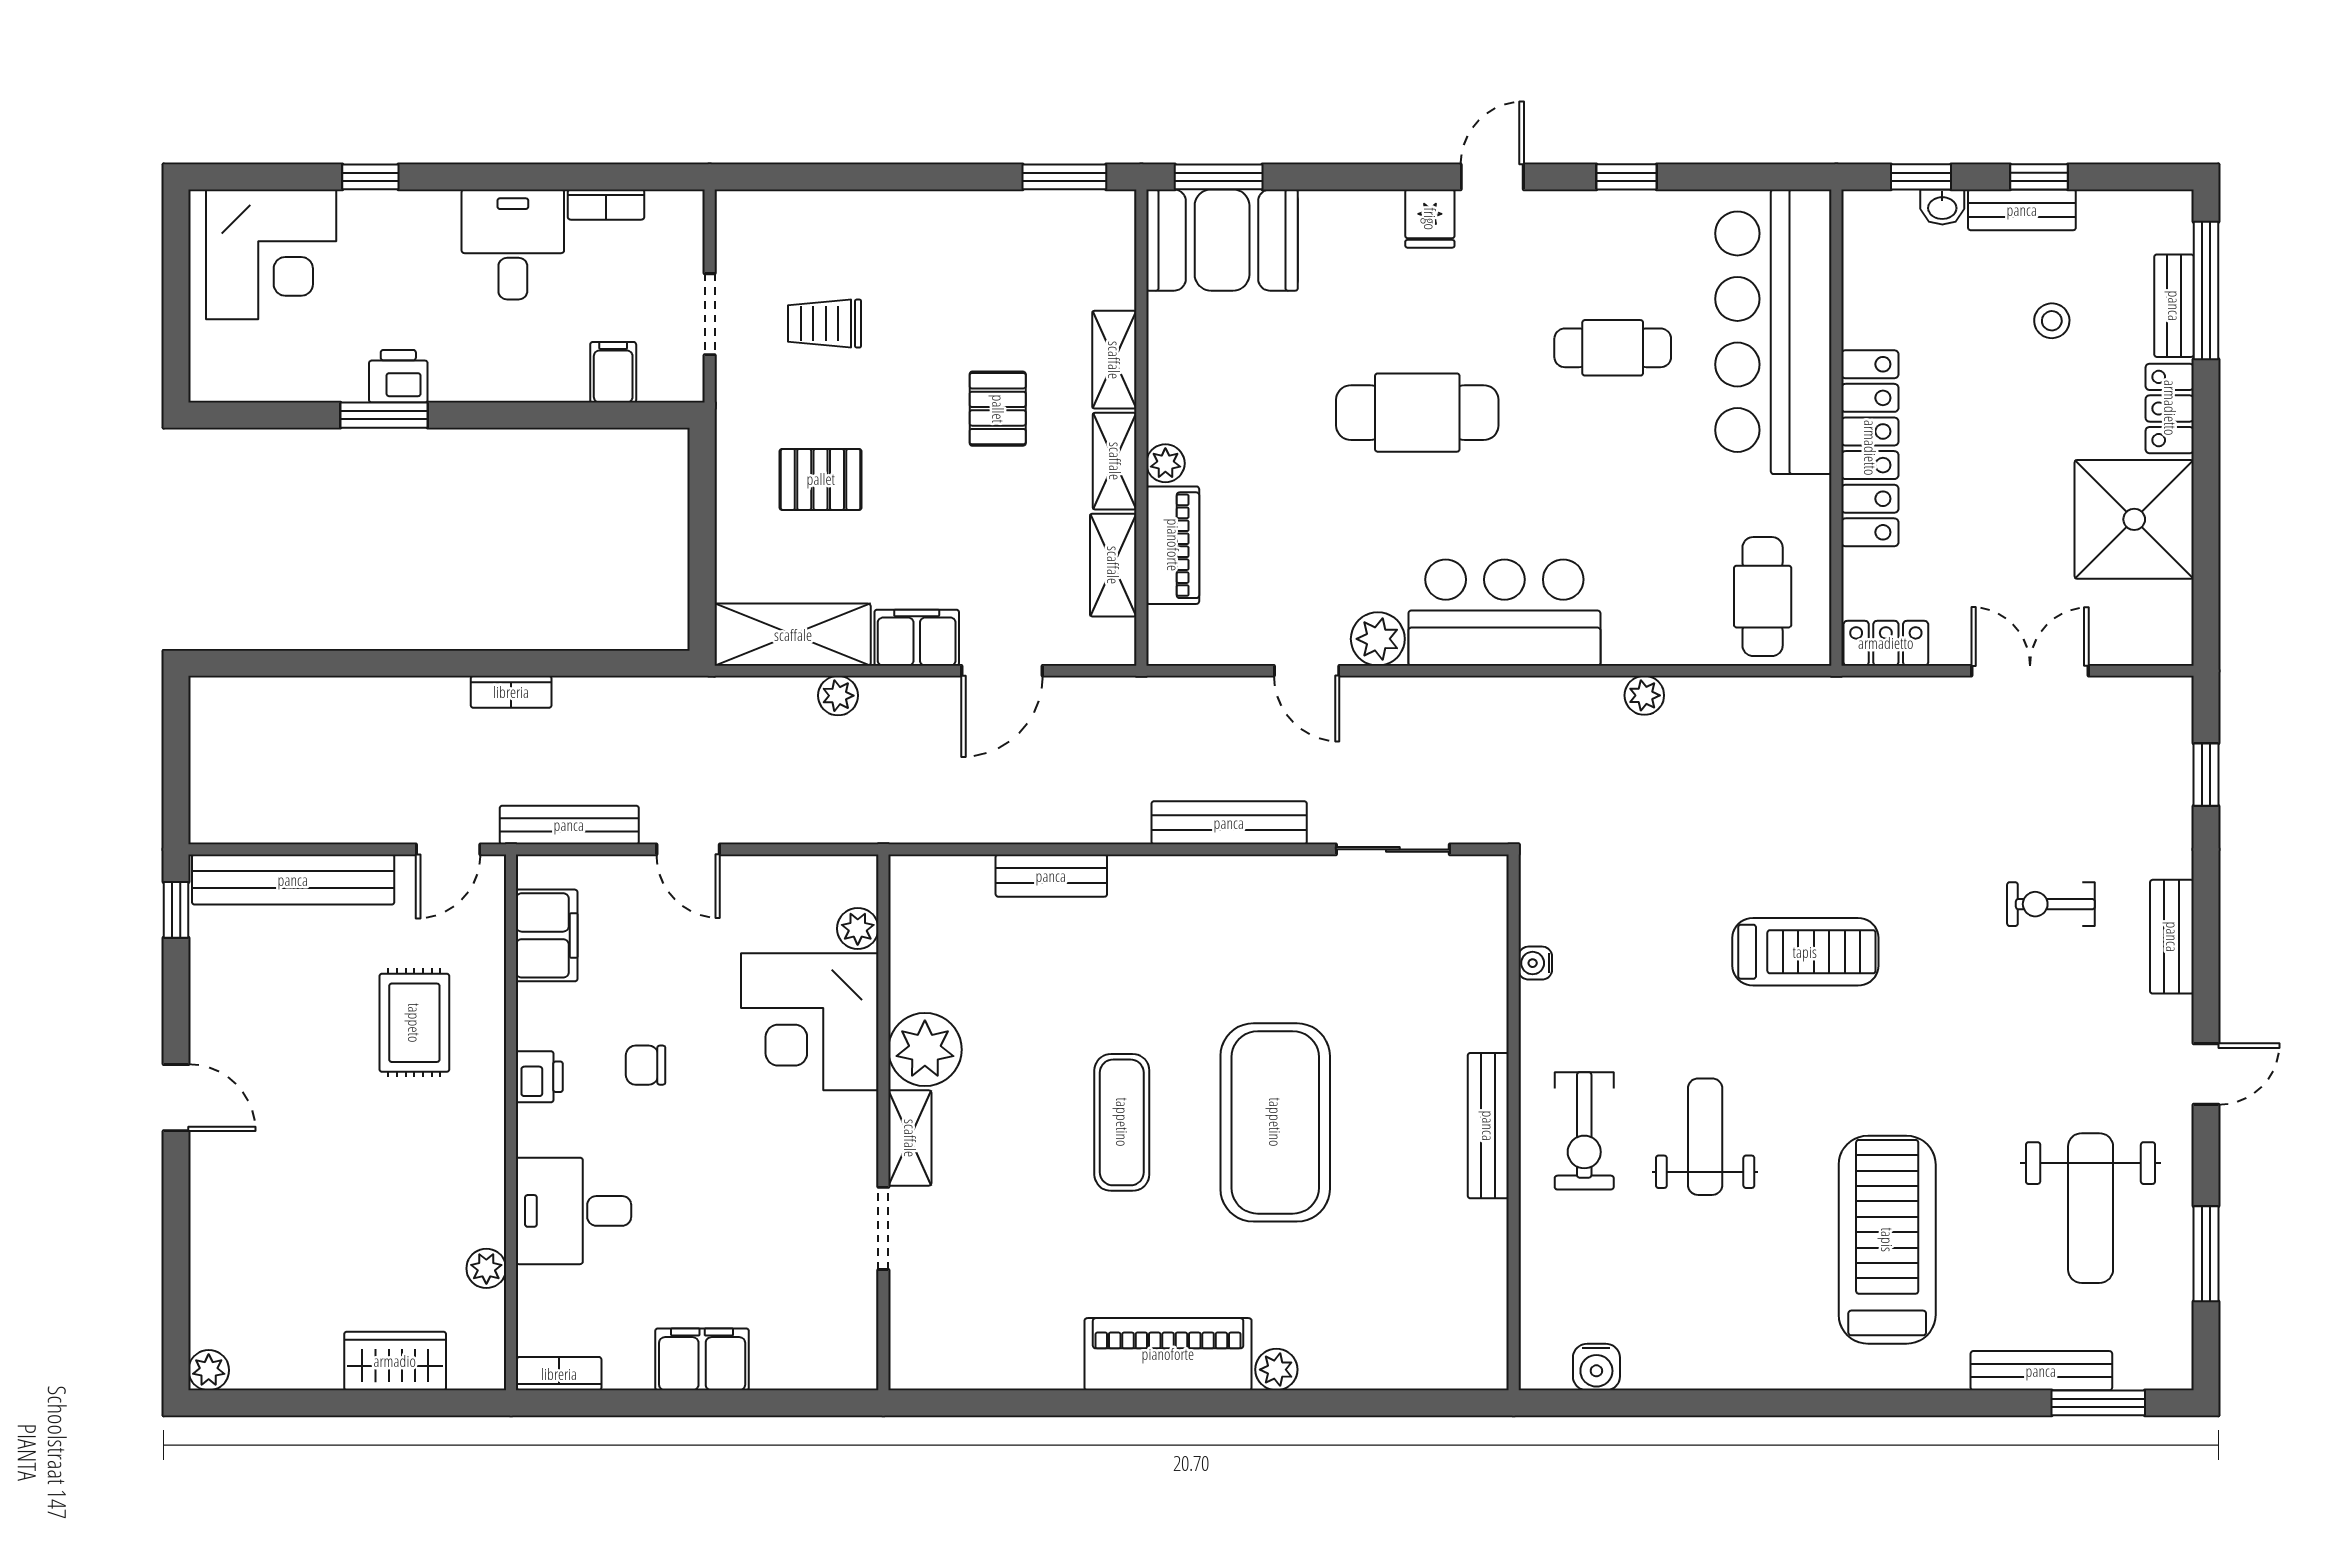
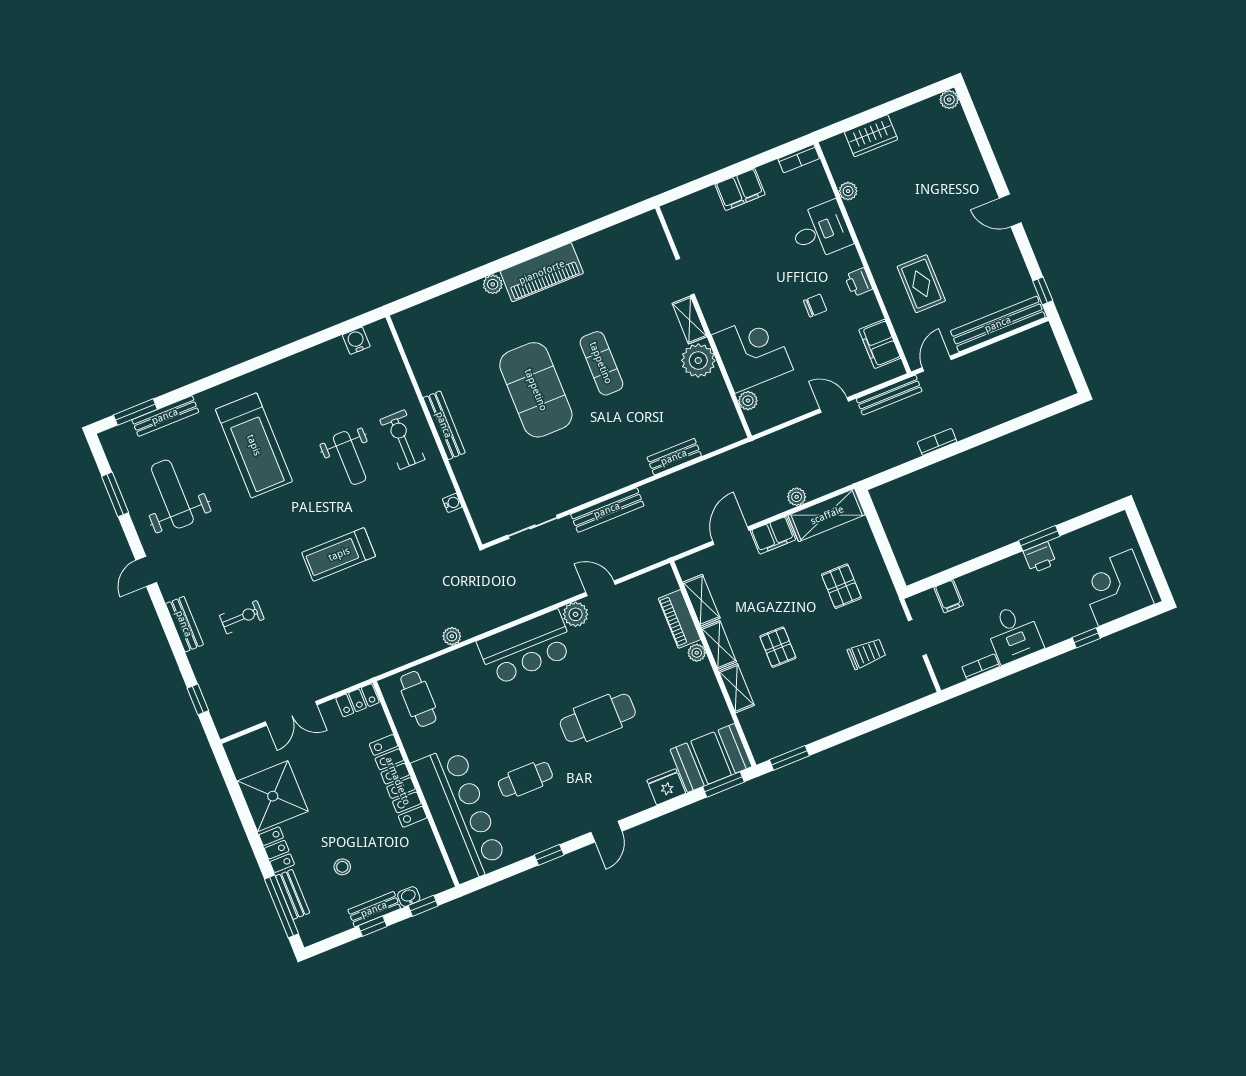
fridge: (1430, 219) -> (666, 787), moved, width x1.38
pallet: (821, 479) -> (841, 586), turned 90

